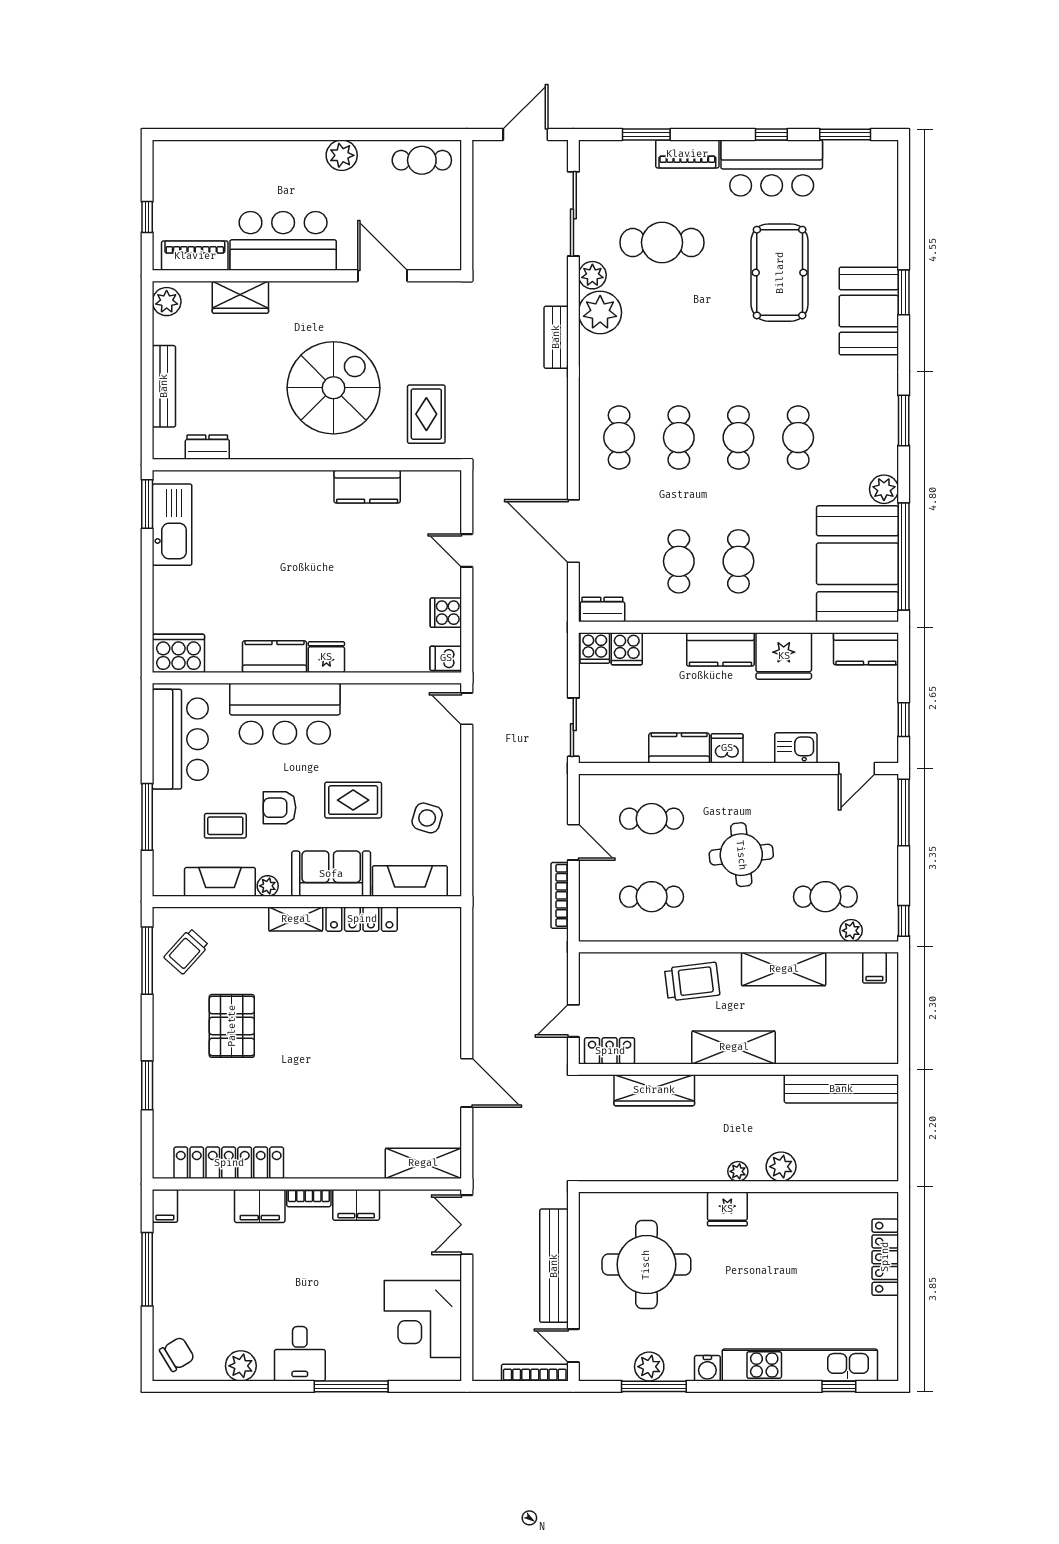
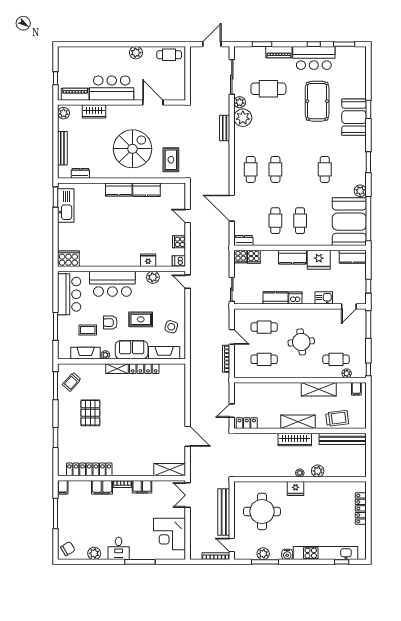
cafe table: (738, 438) -> (300, 169), removed
kitchen counter: (274, 657) -> (119, 189), moved, turned 180
fridge: (326, 657) -> (148, 260), moved
plant: (383, 698) -> (153, 277), added
trolley: (692, 982) -> (337, 418), moved
wardrobe: (654, 1090) -> (295, 439), moved

